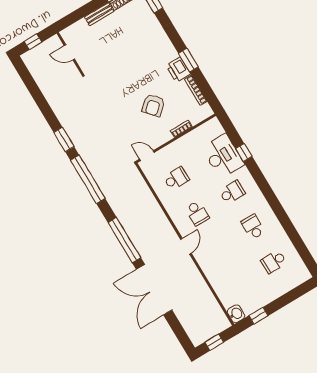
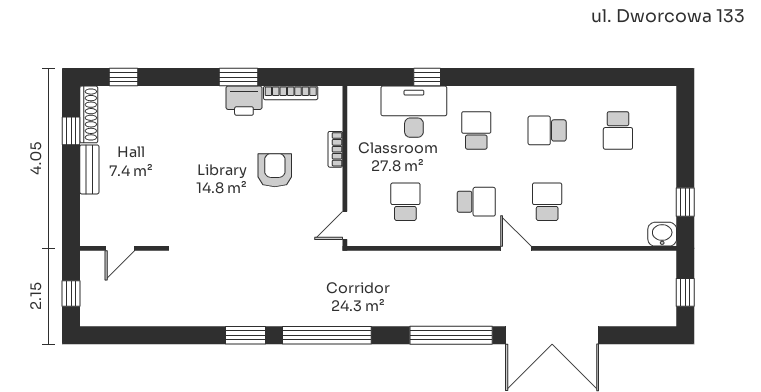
armchair: (153, 105) -> (275, 170), turned -138
school desk: (218, 248) -> (547, 202), added

